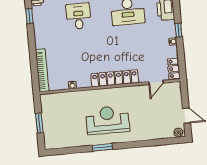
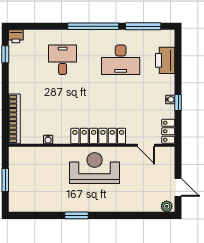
window: (179, 30) -> (178, 102), moved
door: (156, 82) -> (146, 145), hinge flipped
reception desk: (107, 120) -> (95, 168), moved

